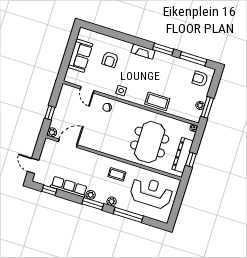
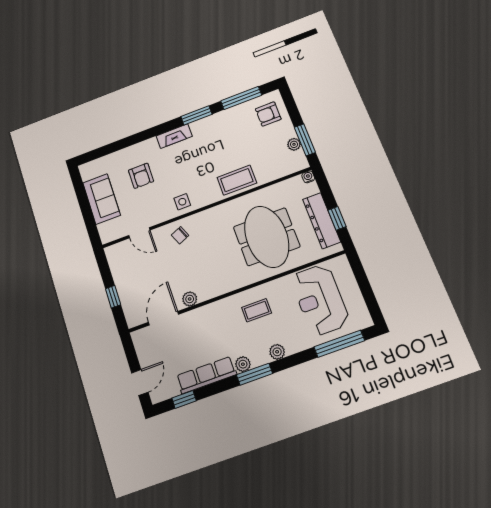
plant: (52, 132) -> (190, 299), moved
door: (33, 166) -> (140, 383), swing flipped
reception desk: (151, 193) -> (320, 300), turned -90
window: (128, 215) -> (339, 344), moved

